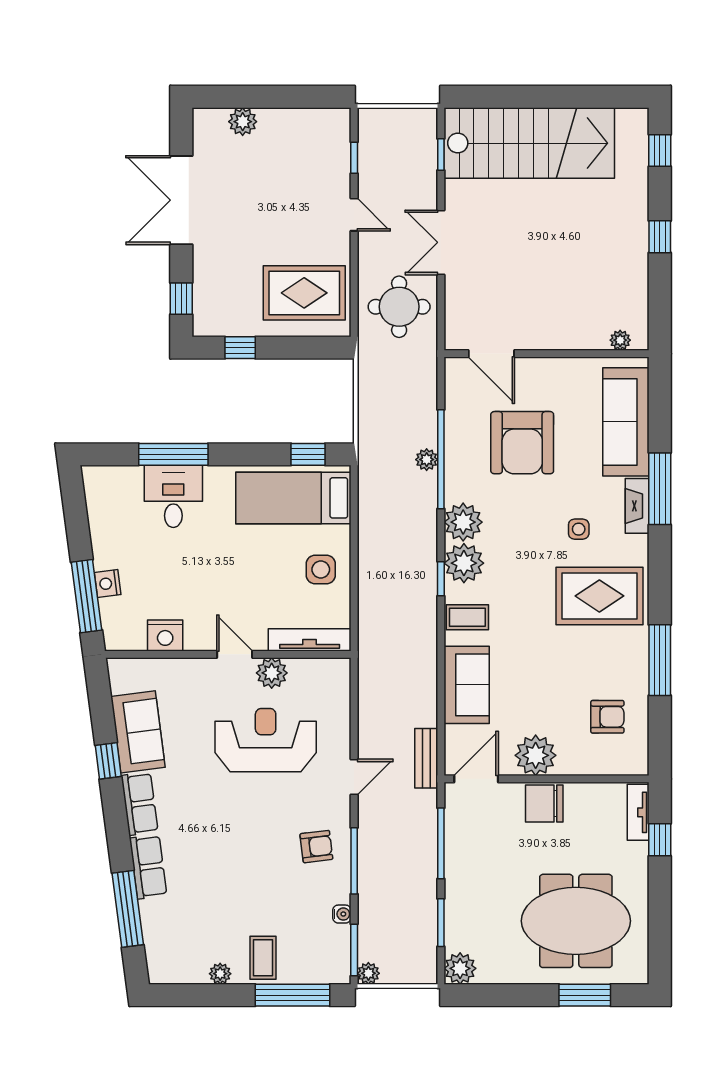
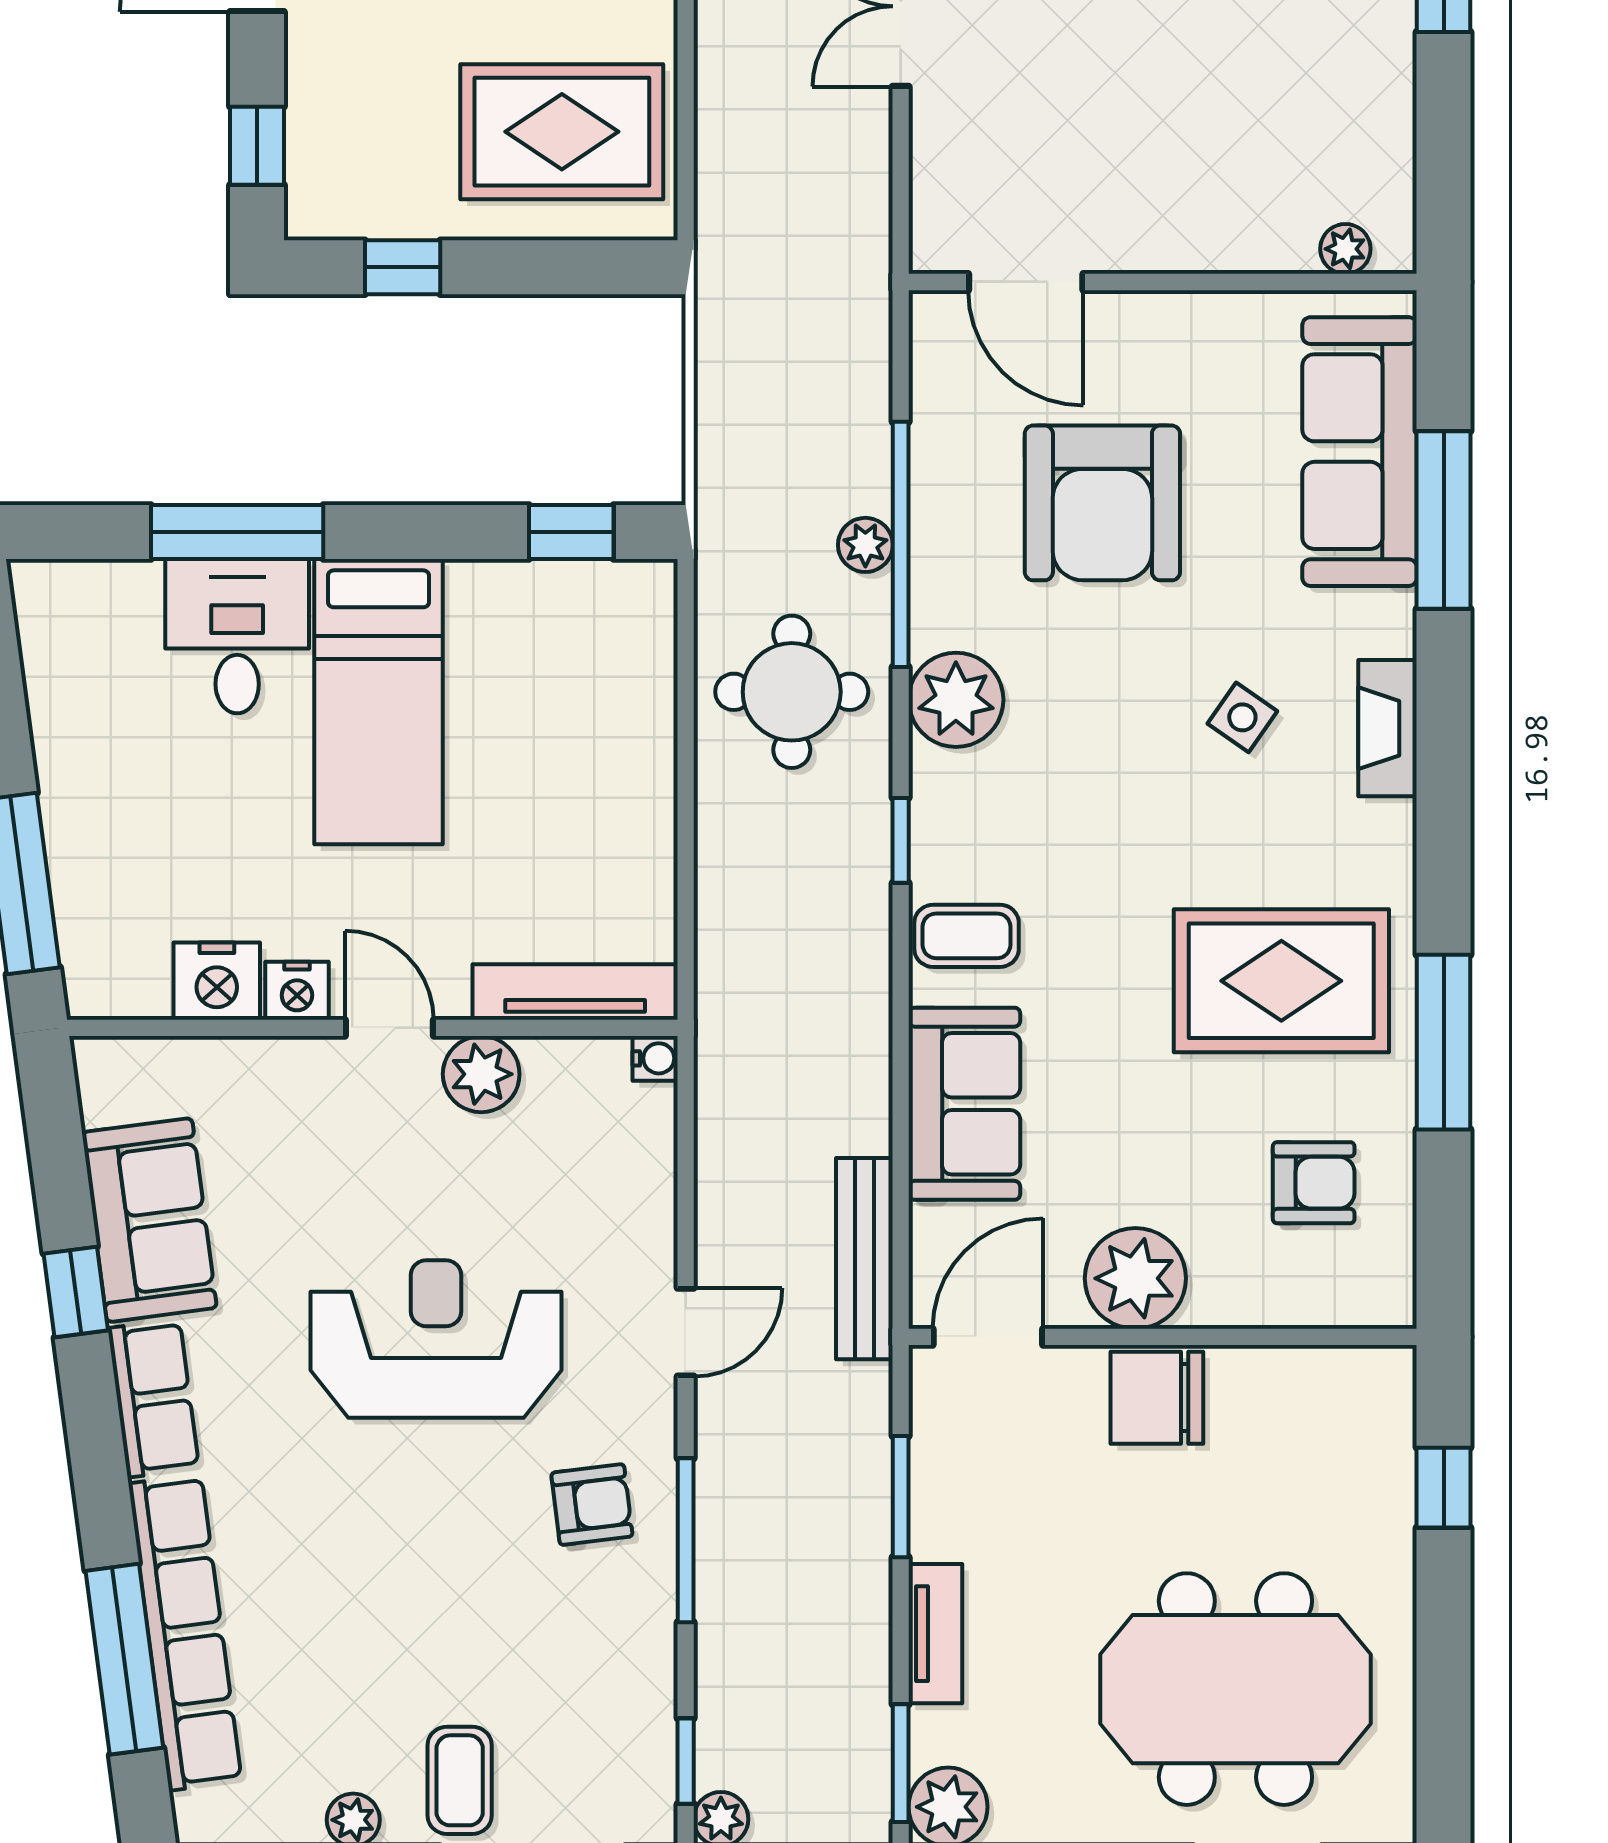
round table: (399, 307) -> (792, 692), moved
window: (660, 489) -> (1444, 520), moved
bed: (293, 498) -> (378, 702), moved, turned -90
fireplace: (637, 506) -> (1388, 728), moved
side table: (579, 529) -> (1242, 717), turned 35
plant: (464, 563) -> (958, 801), removed
side table: (321, 569) -> (603, 817), removed
nightstand: (108, 584) -> (297, 991), moved, turned -82
rug: (599, 596) -> (1281, 981), moved
reception desk: (266, 740) -> (436, 1339), moved
bench: (426, 758) -> (864, 1259), width x1.36
tv unit: (638, 812) -> (935, 1634), moved, turned 180
window: (441, 843) -> (901, 1497), width x0.69
row of seats: (148, 867) -> (185, 1632), width x2.02
water cooler: (342, 914) -> (655, 1058), moved
window: (441, 923) -> (901, 1763), moved
window: (354, 950) -> (686, 1761), width x0.67

